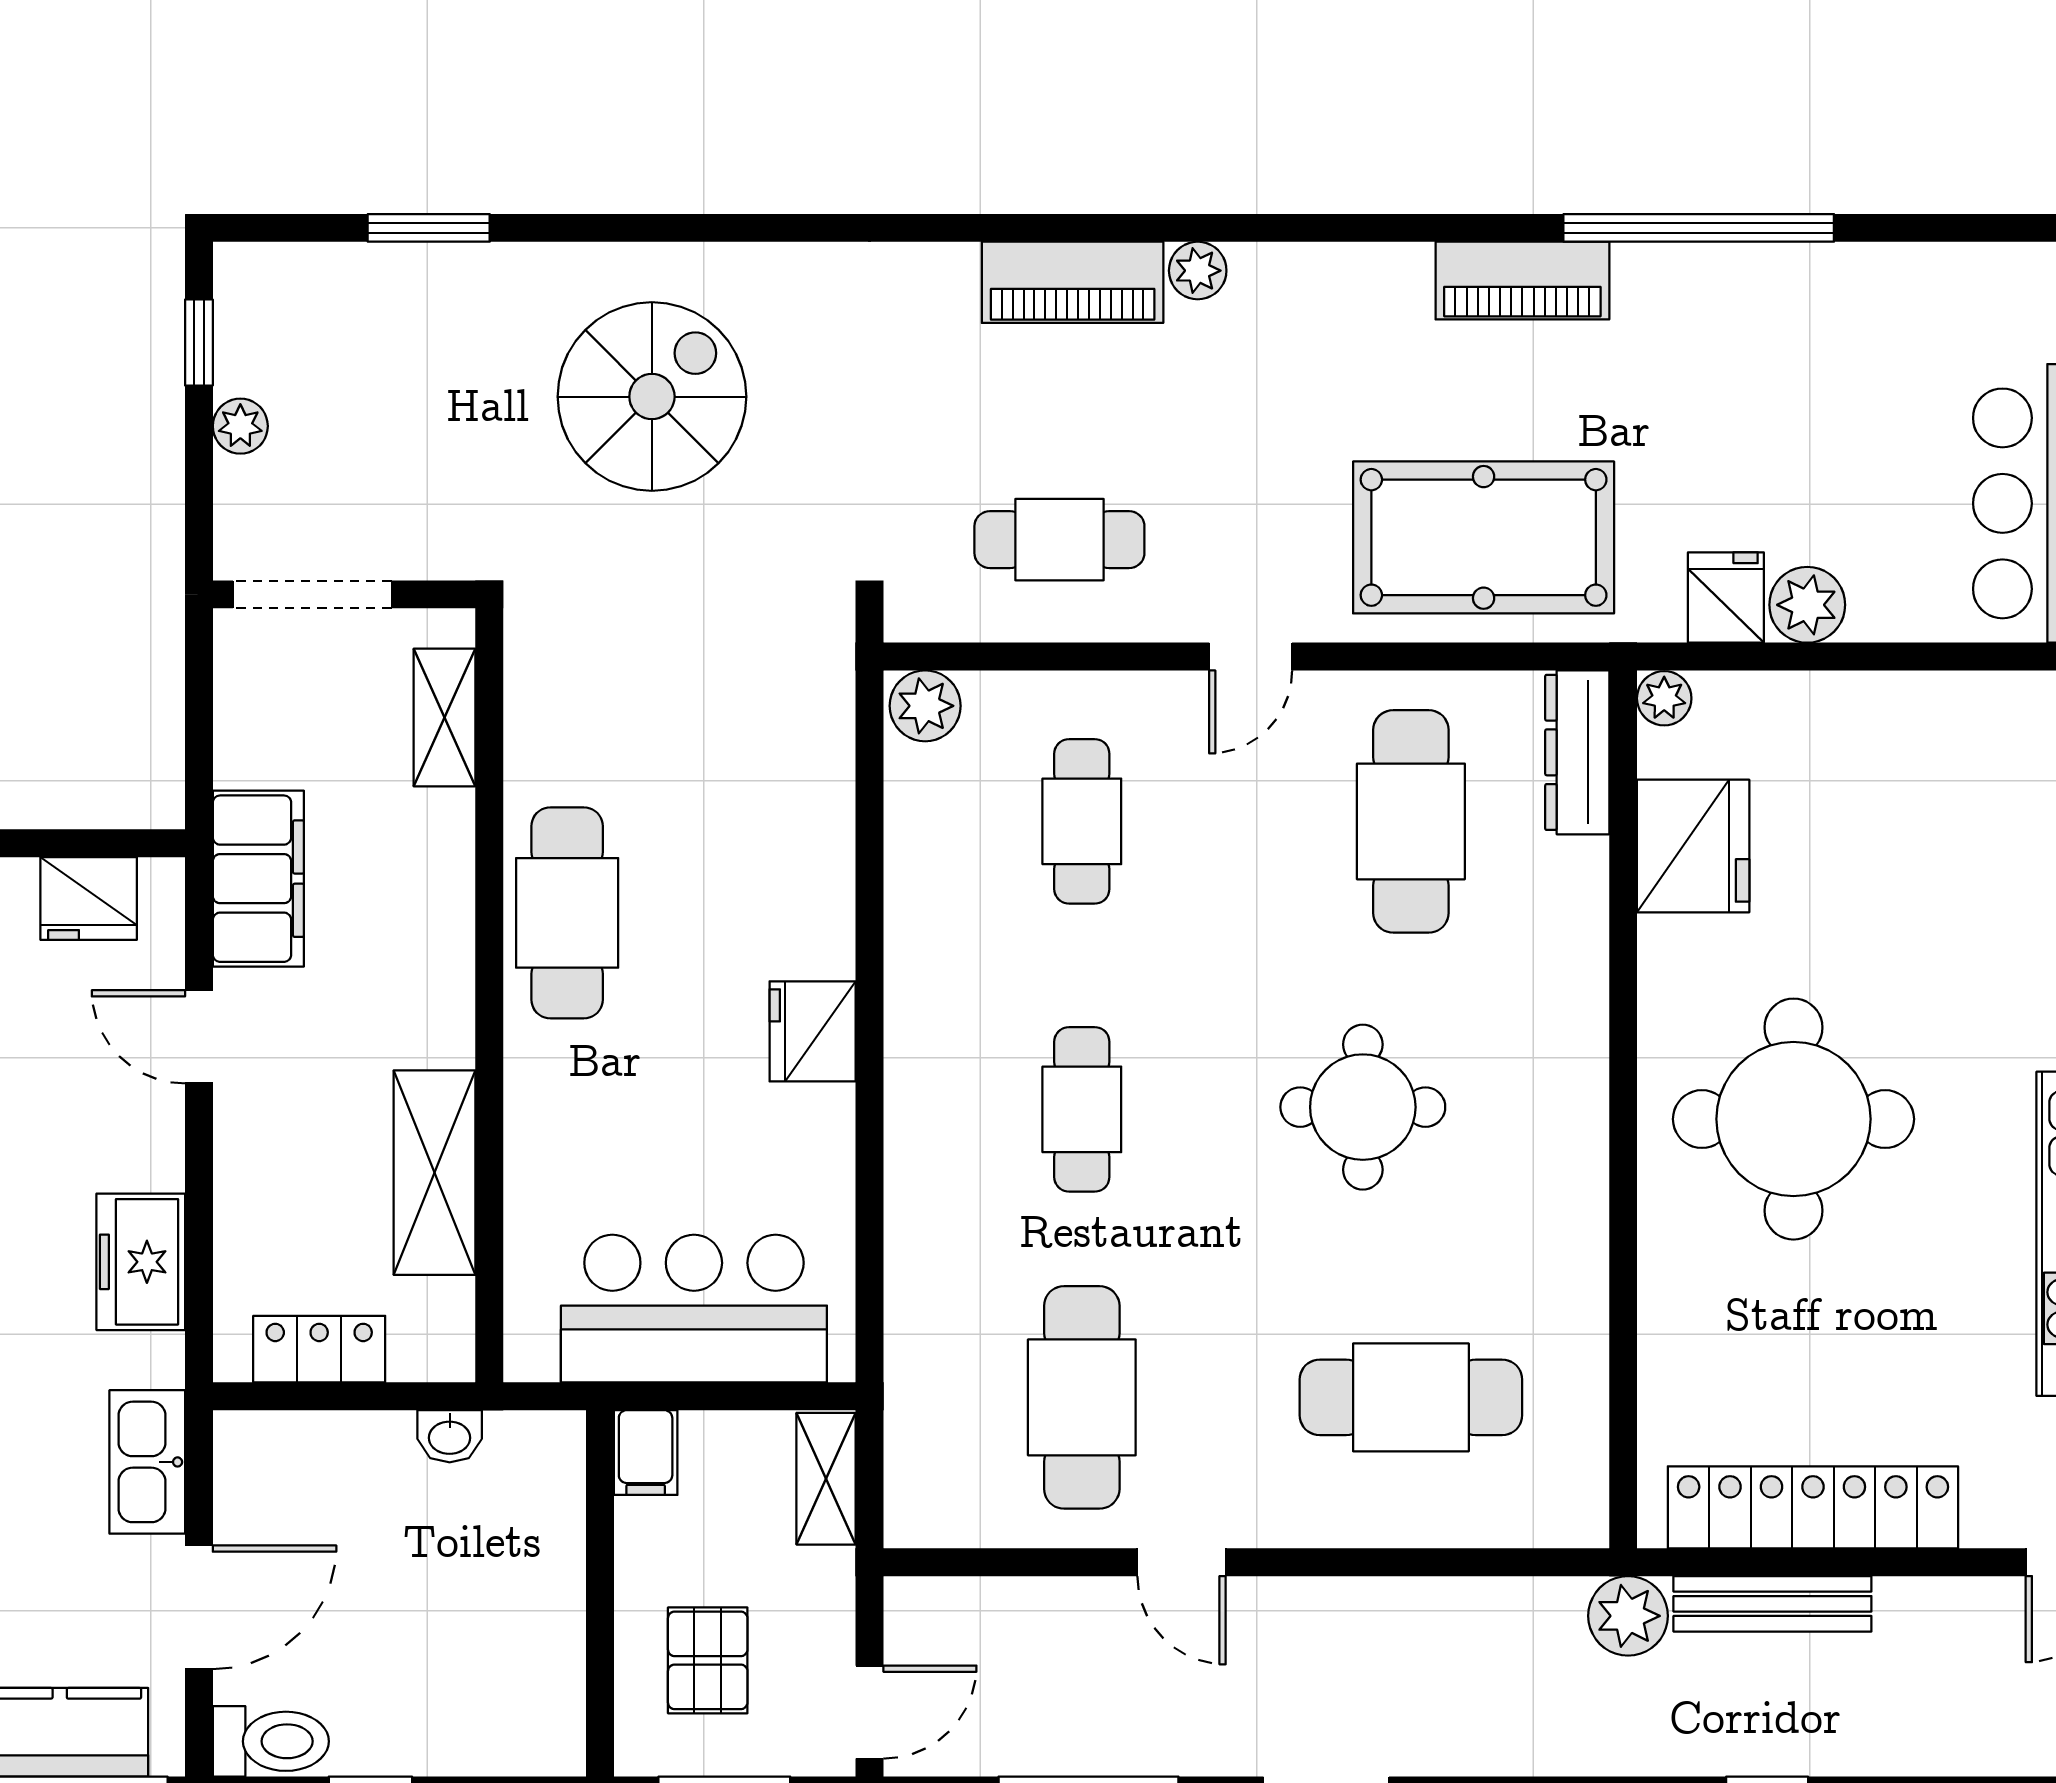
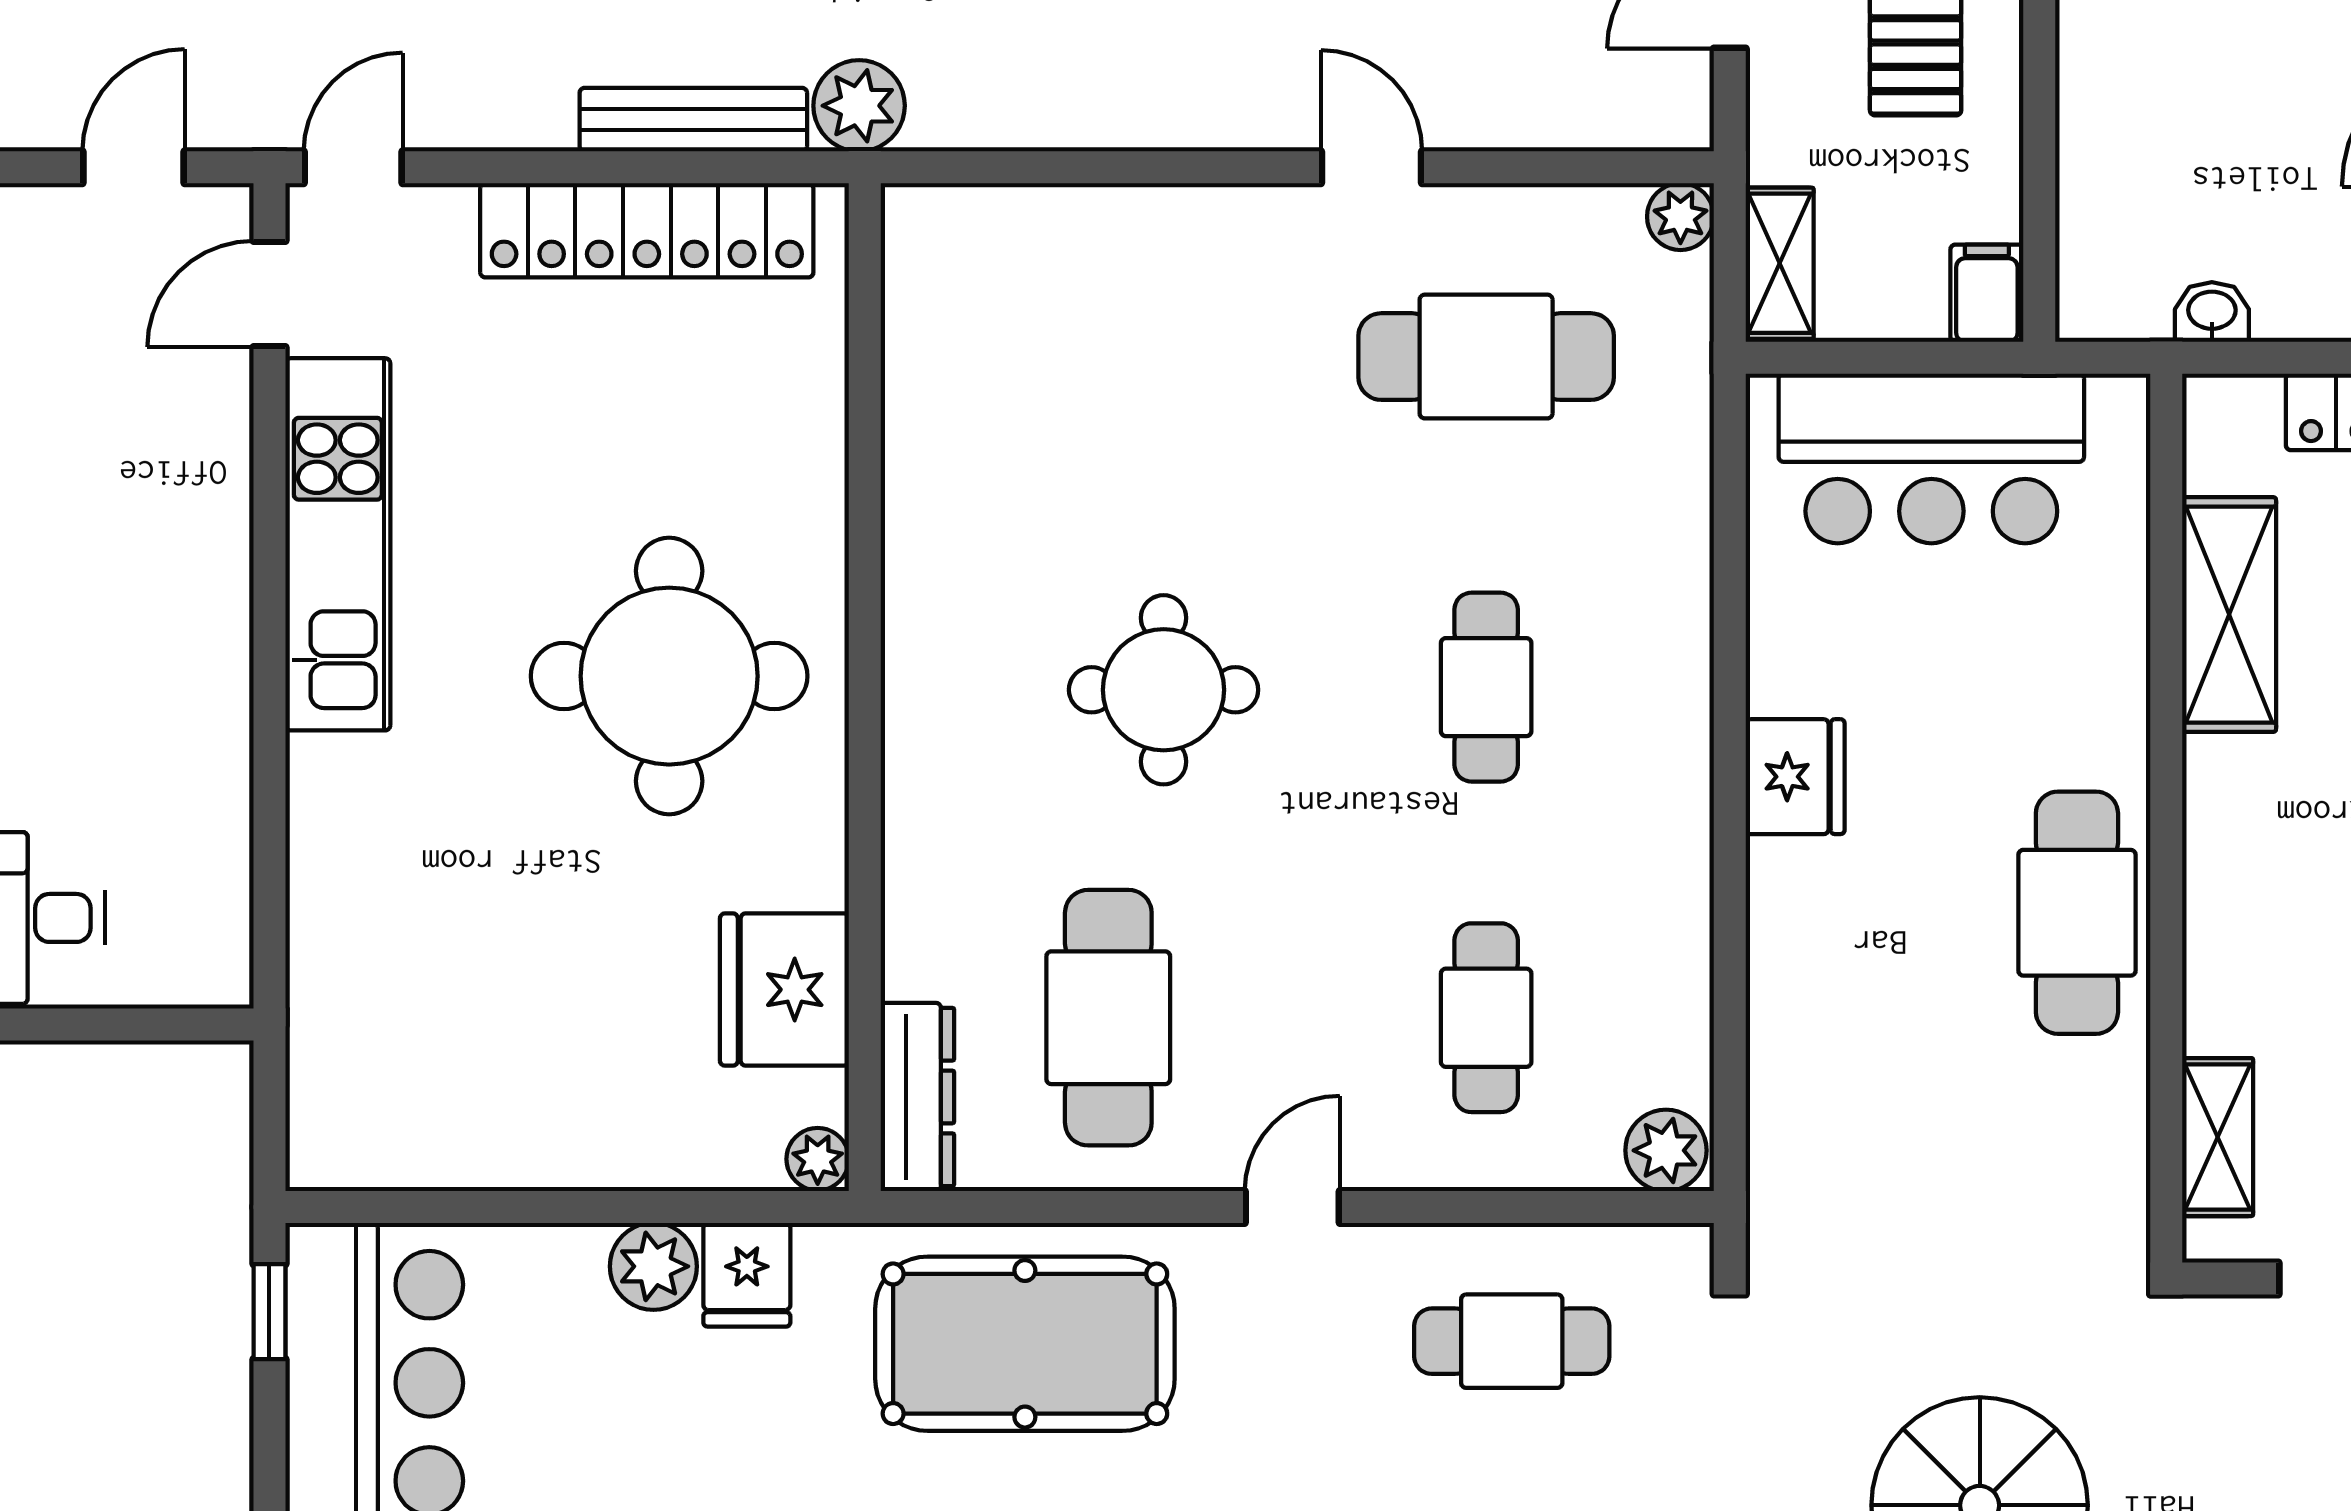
cafe table: (1082, 1397) -> (1486, 357), turned 90
cafe table: (1411, 1397) -> (1108, 357), removed
plant: (913, 1519) -> (1680, 217), added

